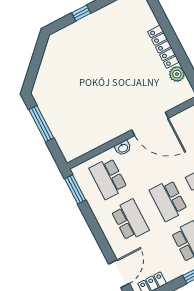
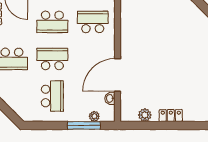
locker: (163, 47) -> (171, 115), width x0.66
washbasin: (123, 148) -> (110, 98), moved

